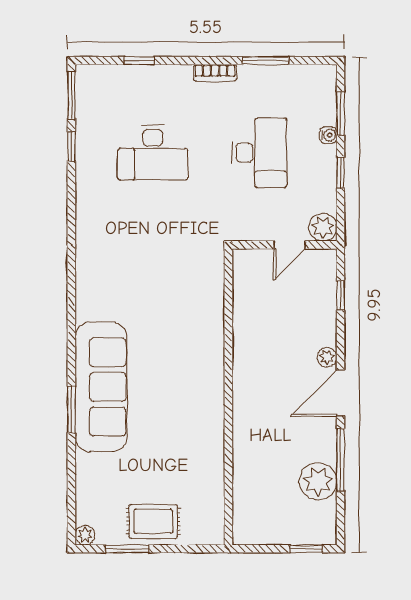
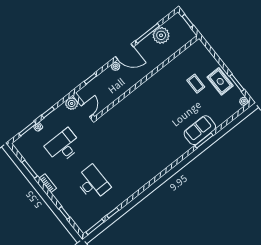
door: (289, 245) -> (87, 110), hinge flipped
sofa: (101, 387) -> (200, 130), width x0.54, depth x0.79
wall: (228, 397) -> (147, 78), moved
coffee table: (183, 475) -> (196, 84), added

